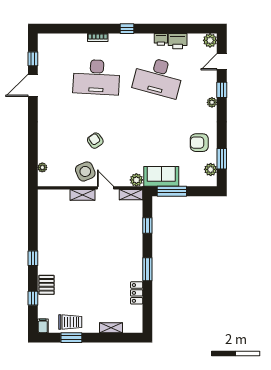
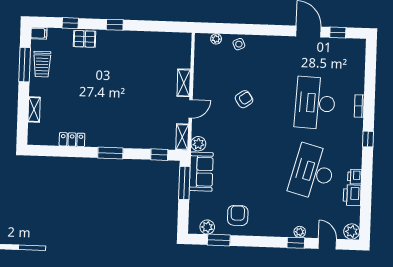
plant: (212, 102) -> (300, 232), moved
side table: (85, 171) -> (239, 44), moved, width x0.54, depth x0.54
window: (147, 226) -> (159, 155), moved
window: (147, 269) -> (110, 153), moved
window: (71, 338) -> (25, 65), width x1.44

